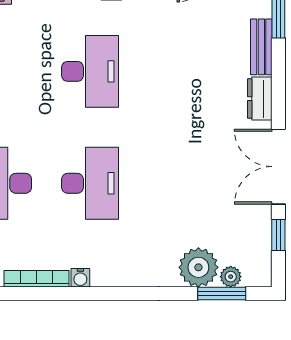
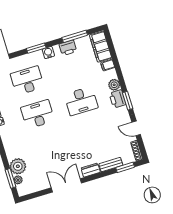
desk: (90, 183) -> (38, 114), turned 180
window: (278, 235) -> (40, 193), removed

